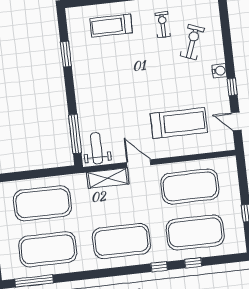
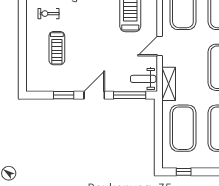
treadmill: (111, 26) -> (57, 48), moved
door: (70, 91) -> (94, 95), added
shelving: (108, 178) -> (169, 84), moved

